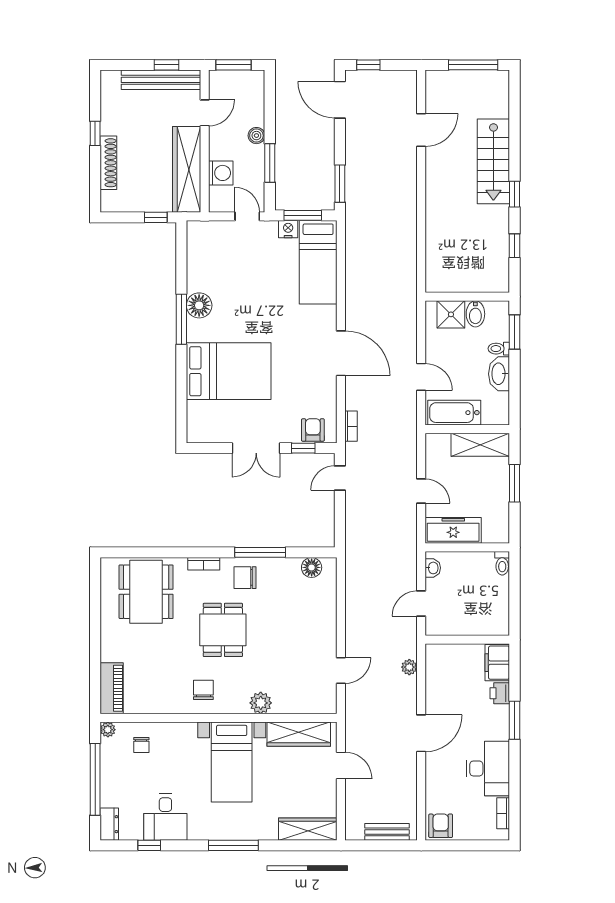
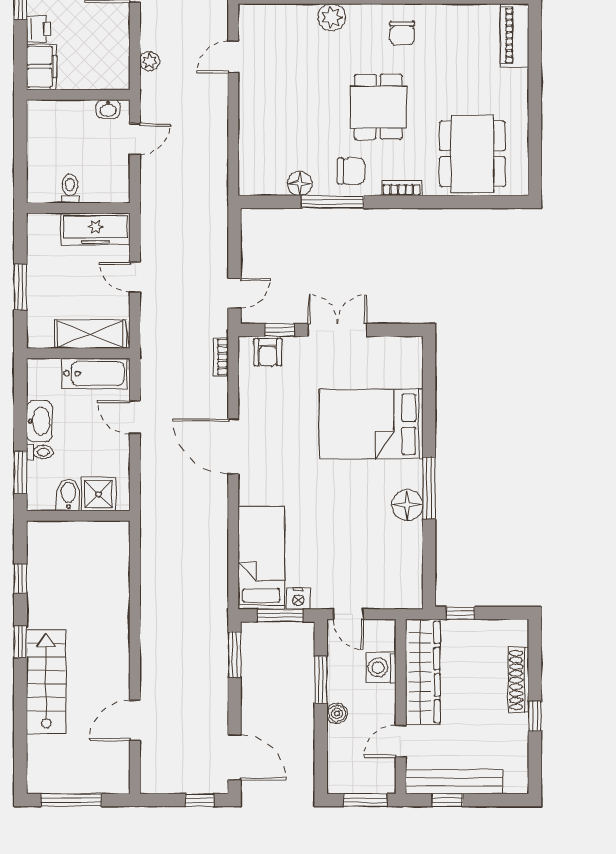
shelving: (480, 445) -> (90, 334), moved
toilet: (502, 563) -> (70, 189), moved
floor lamp: (312, 567) -> (300, 183), moved
washbasin: (433, 568) -> (108, 109), moved, turned -90

